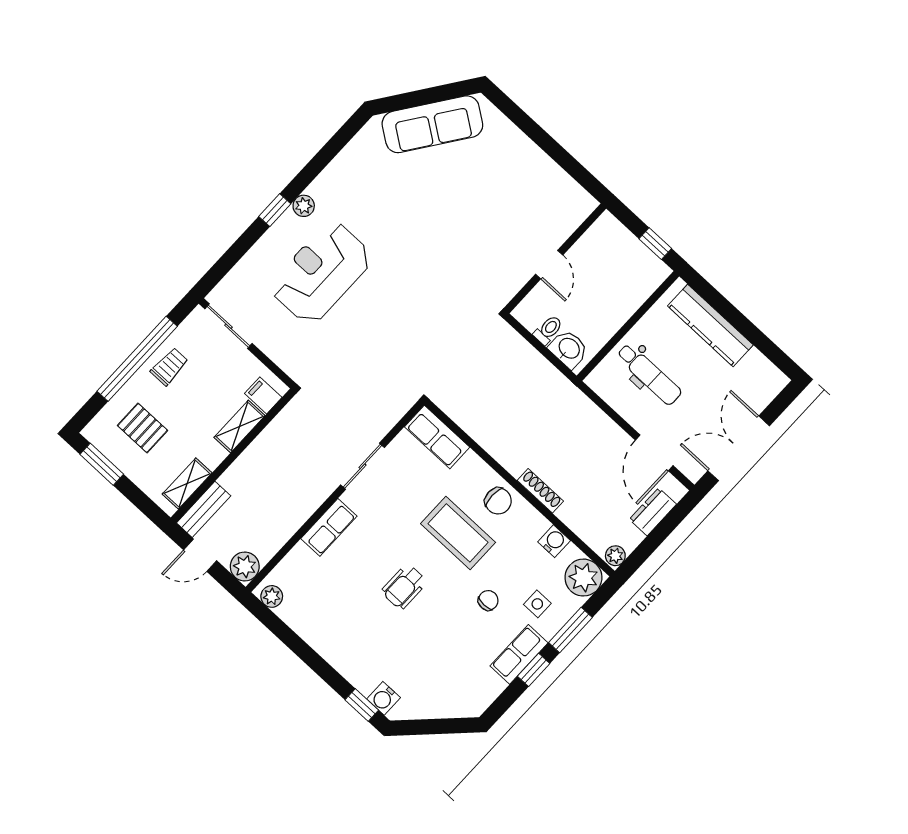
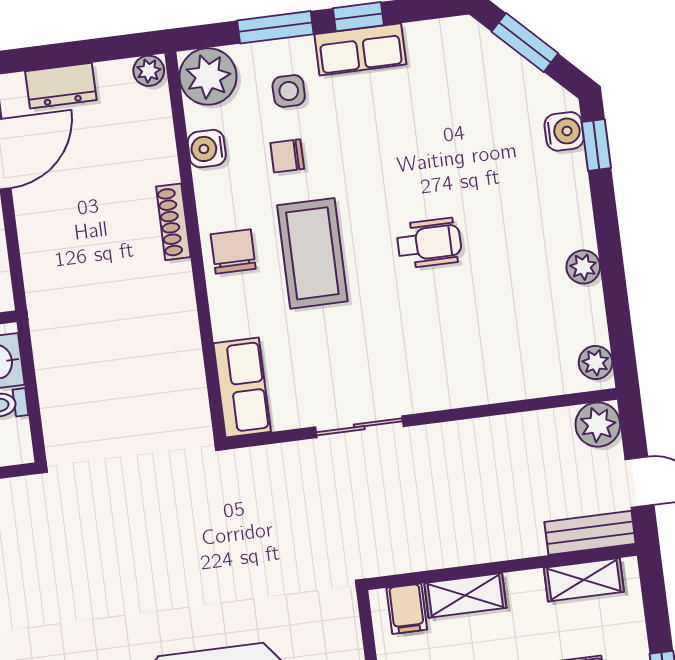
row of seats: (329, 527) -> (460, 388), removed
chair: (488, 600) -> (287, 156), moved
plant: (318, 639) -> (583, 267), added
window: (440, 726) -> (525, 43), added

